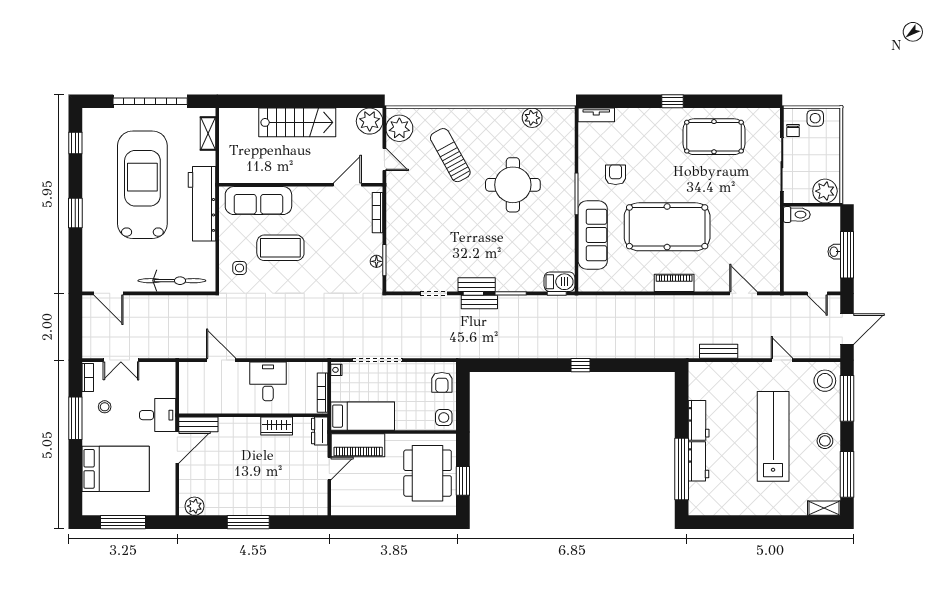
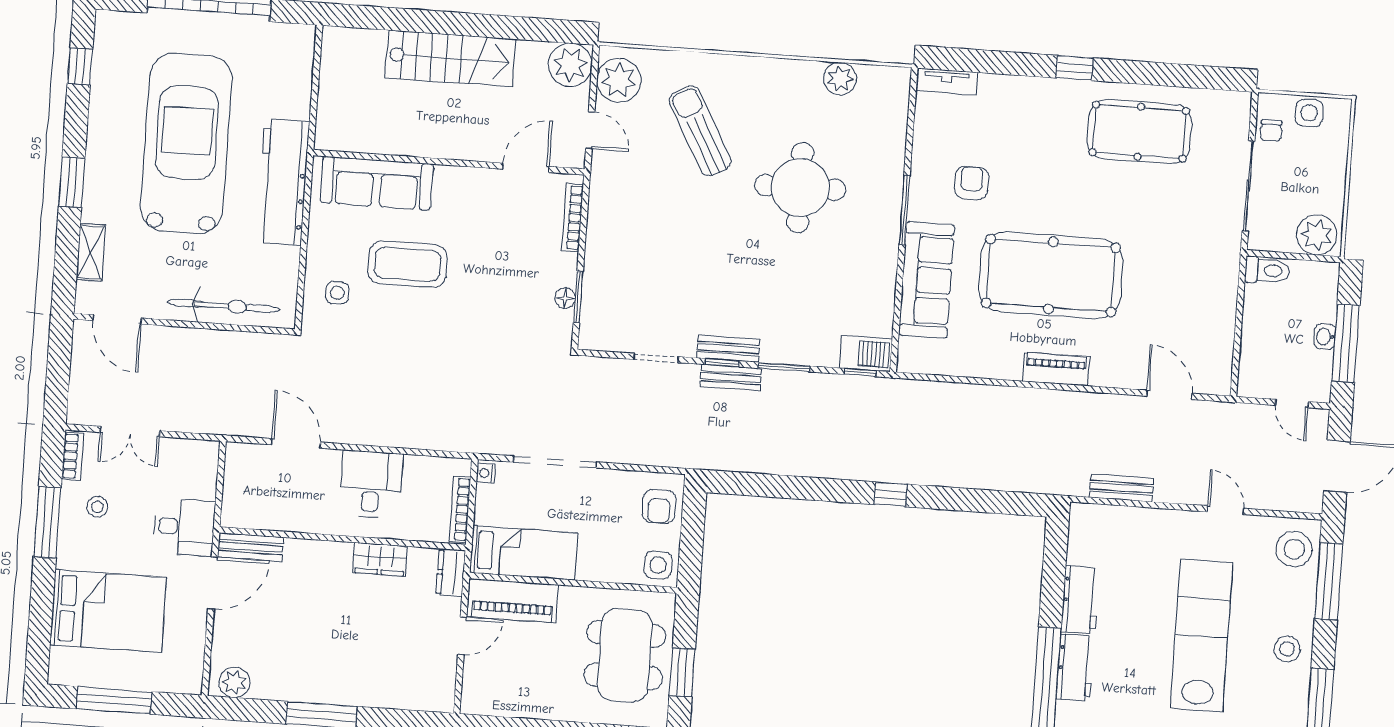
shelving: (208, 134) -> (91, 252), moved

